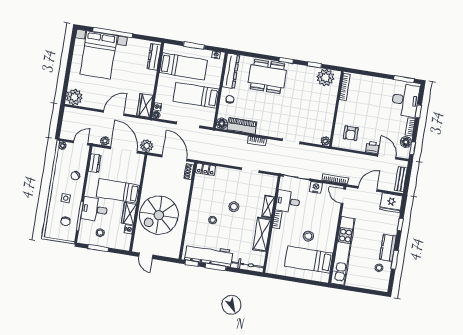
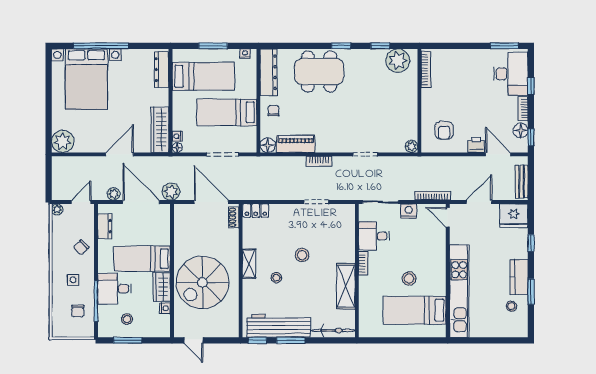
wardrobe: (145, 105) -> (160, 130), width x1.50
shelving: (268, 207) -> (249, 264), moved

